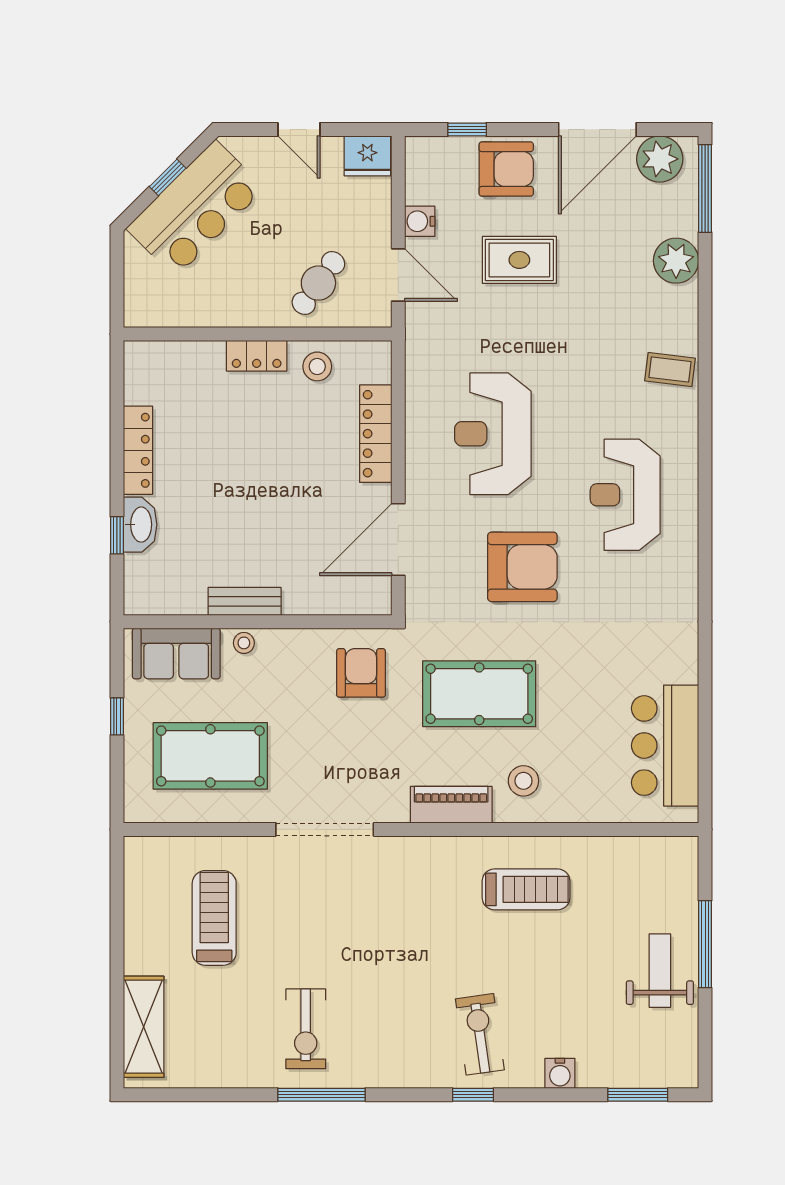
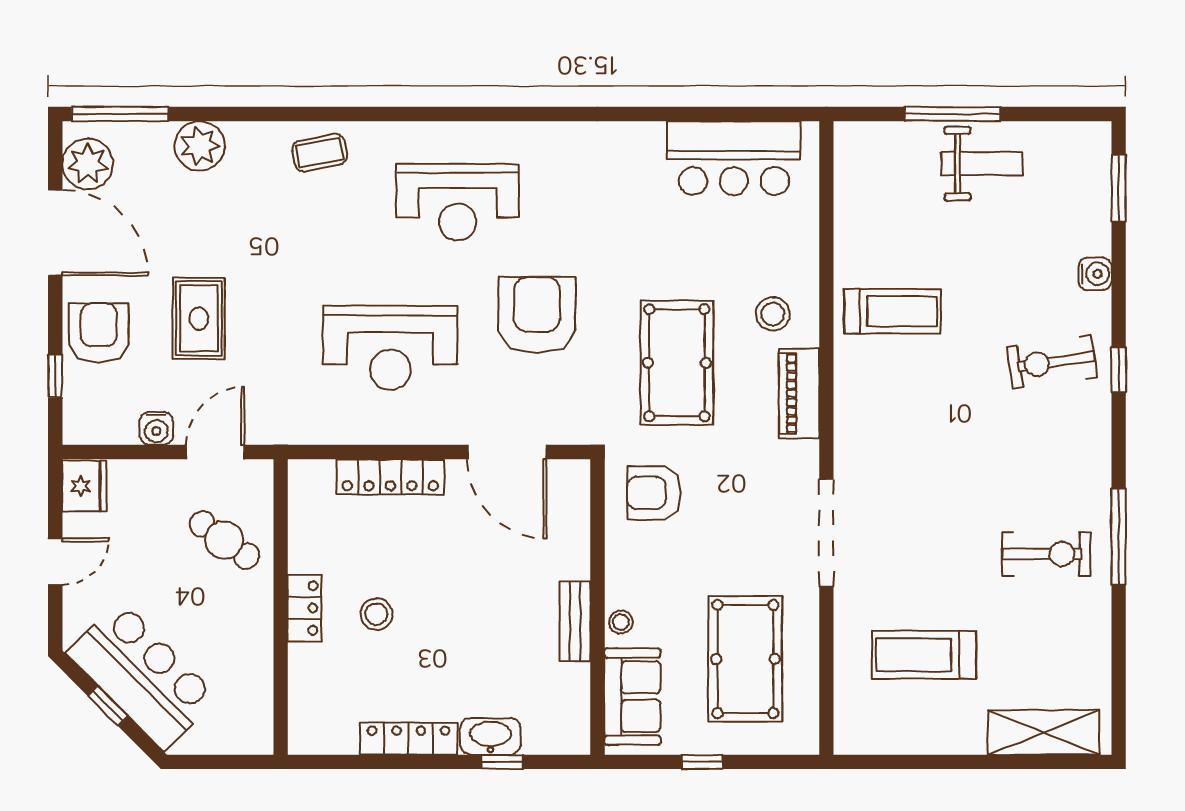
stool: (317, 366) -> (376, 614), moved
coffee table: (670, 369) -> (320, 153), turned 72
treadmill: (526, 889) -> (892, 311), turned 90
weight bench: (660, 971) -> (982, 164), turned 180

